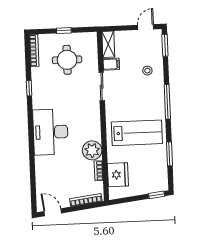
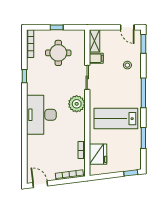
door: (146, 27) -> (127, 27), swing flipped
lab bench: (137, 133) -> (116, 119), turned 180
plant: (92, 150) -> (77, 104), moved

